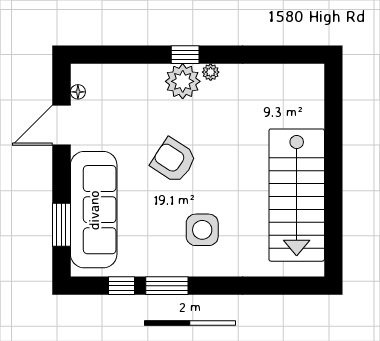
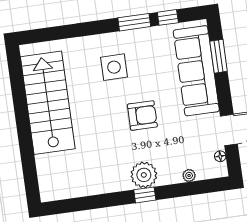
plant: (211, 72) -> (189, 175), moved
armchair: (174, 160) -> (142, 116), turned -33

